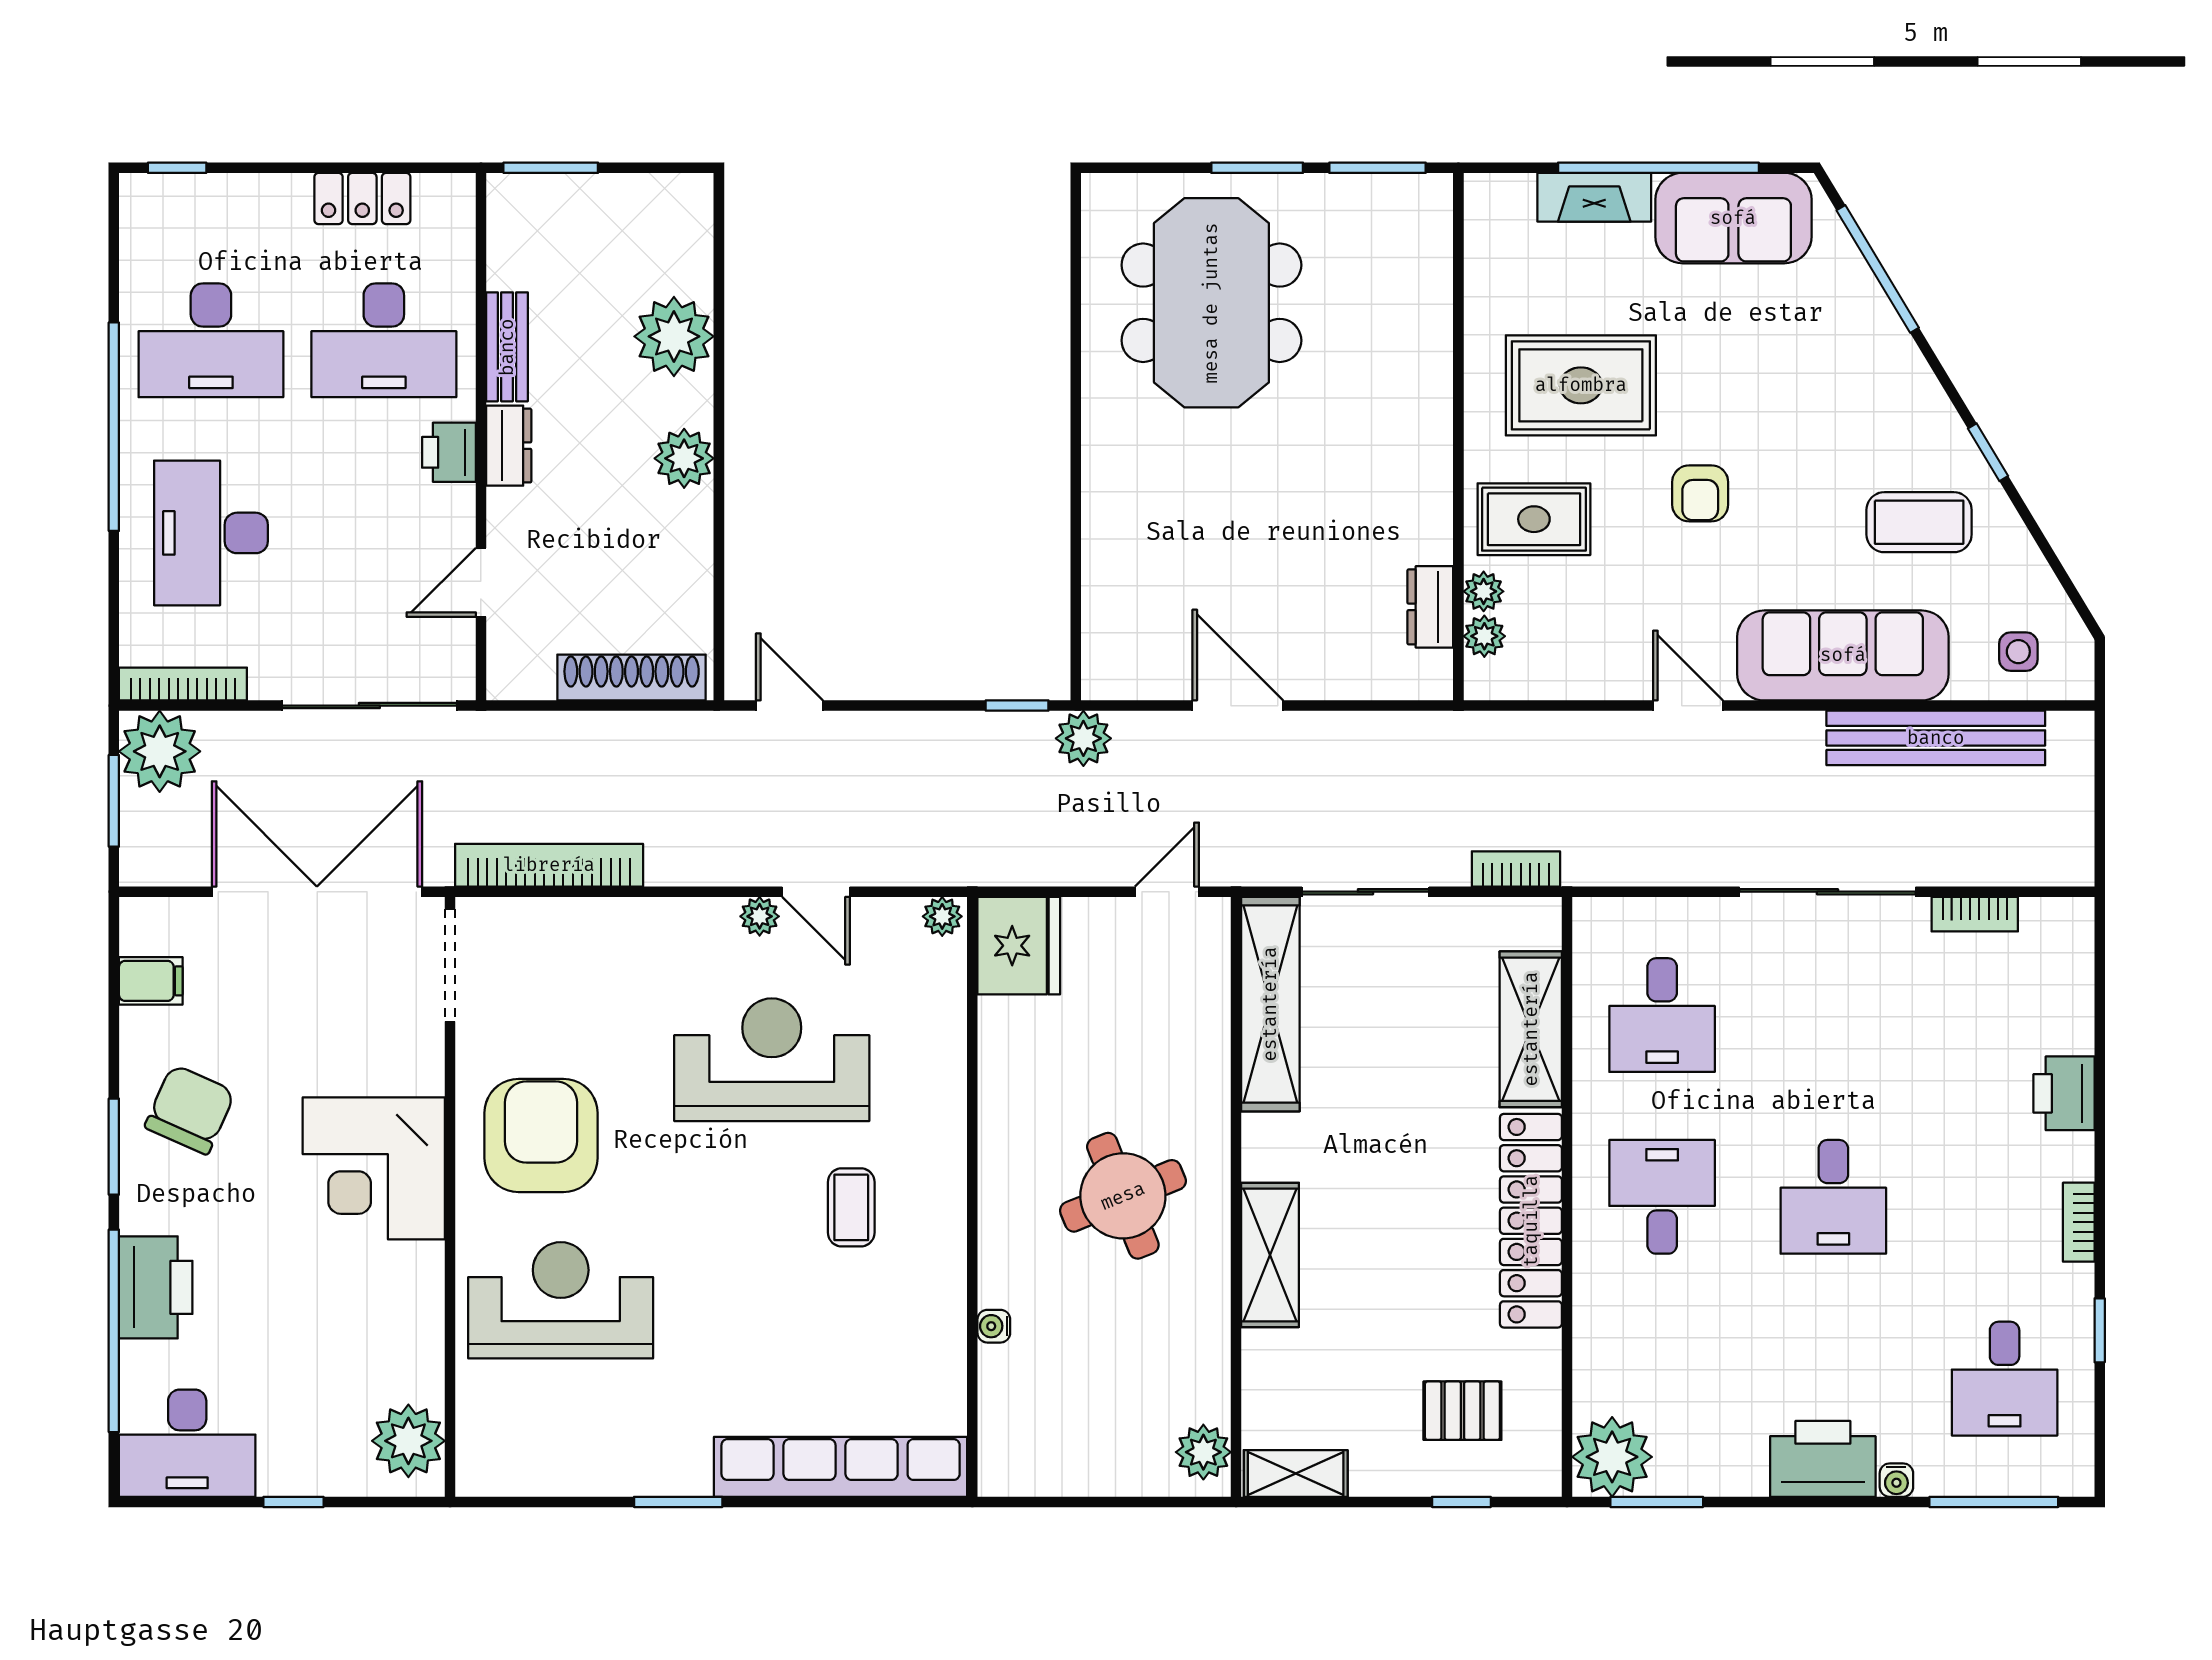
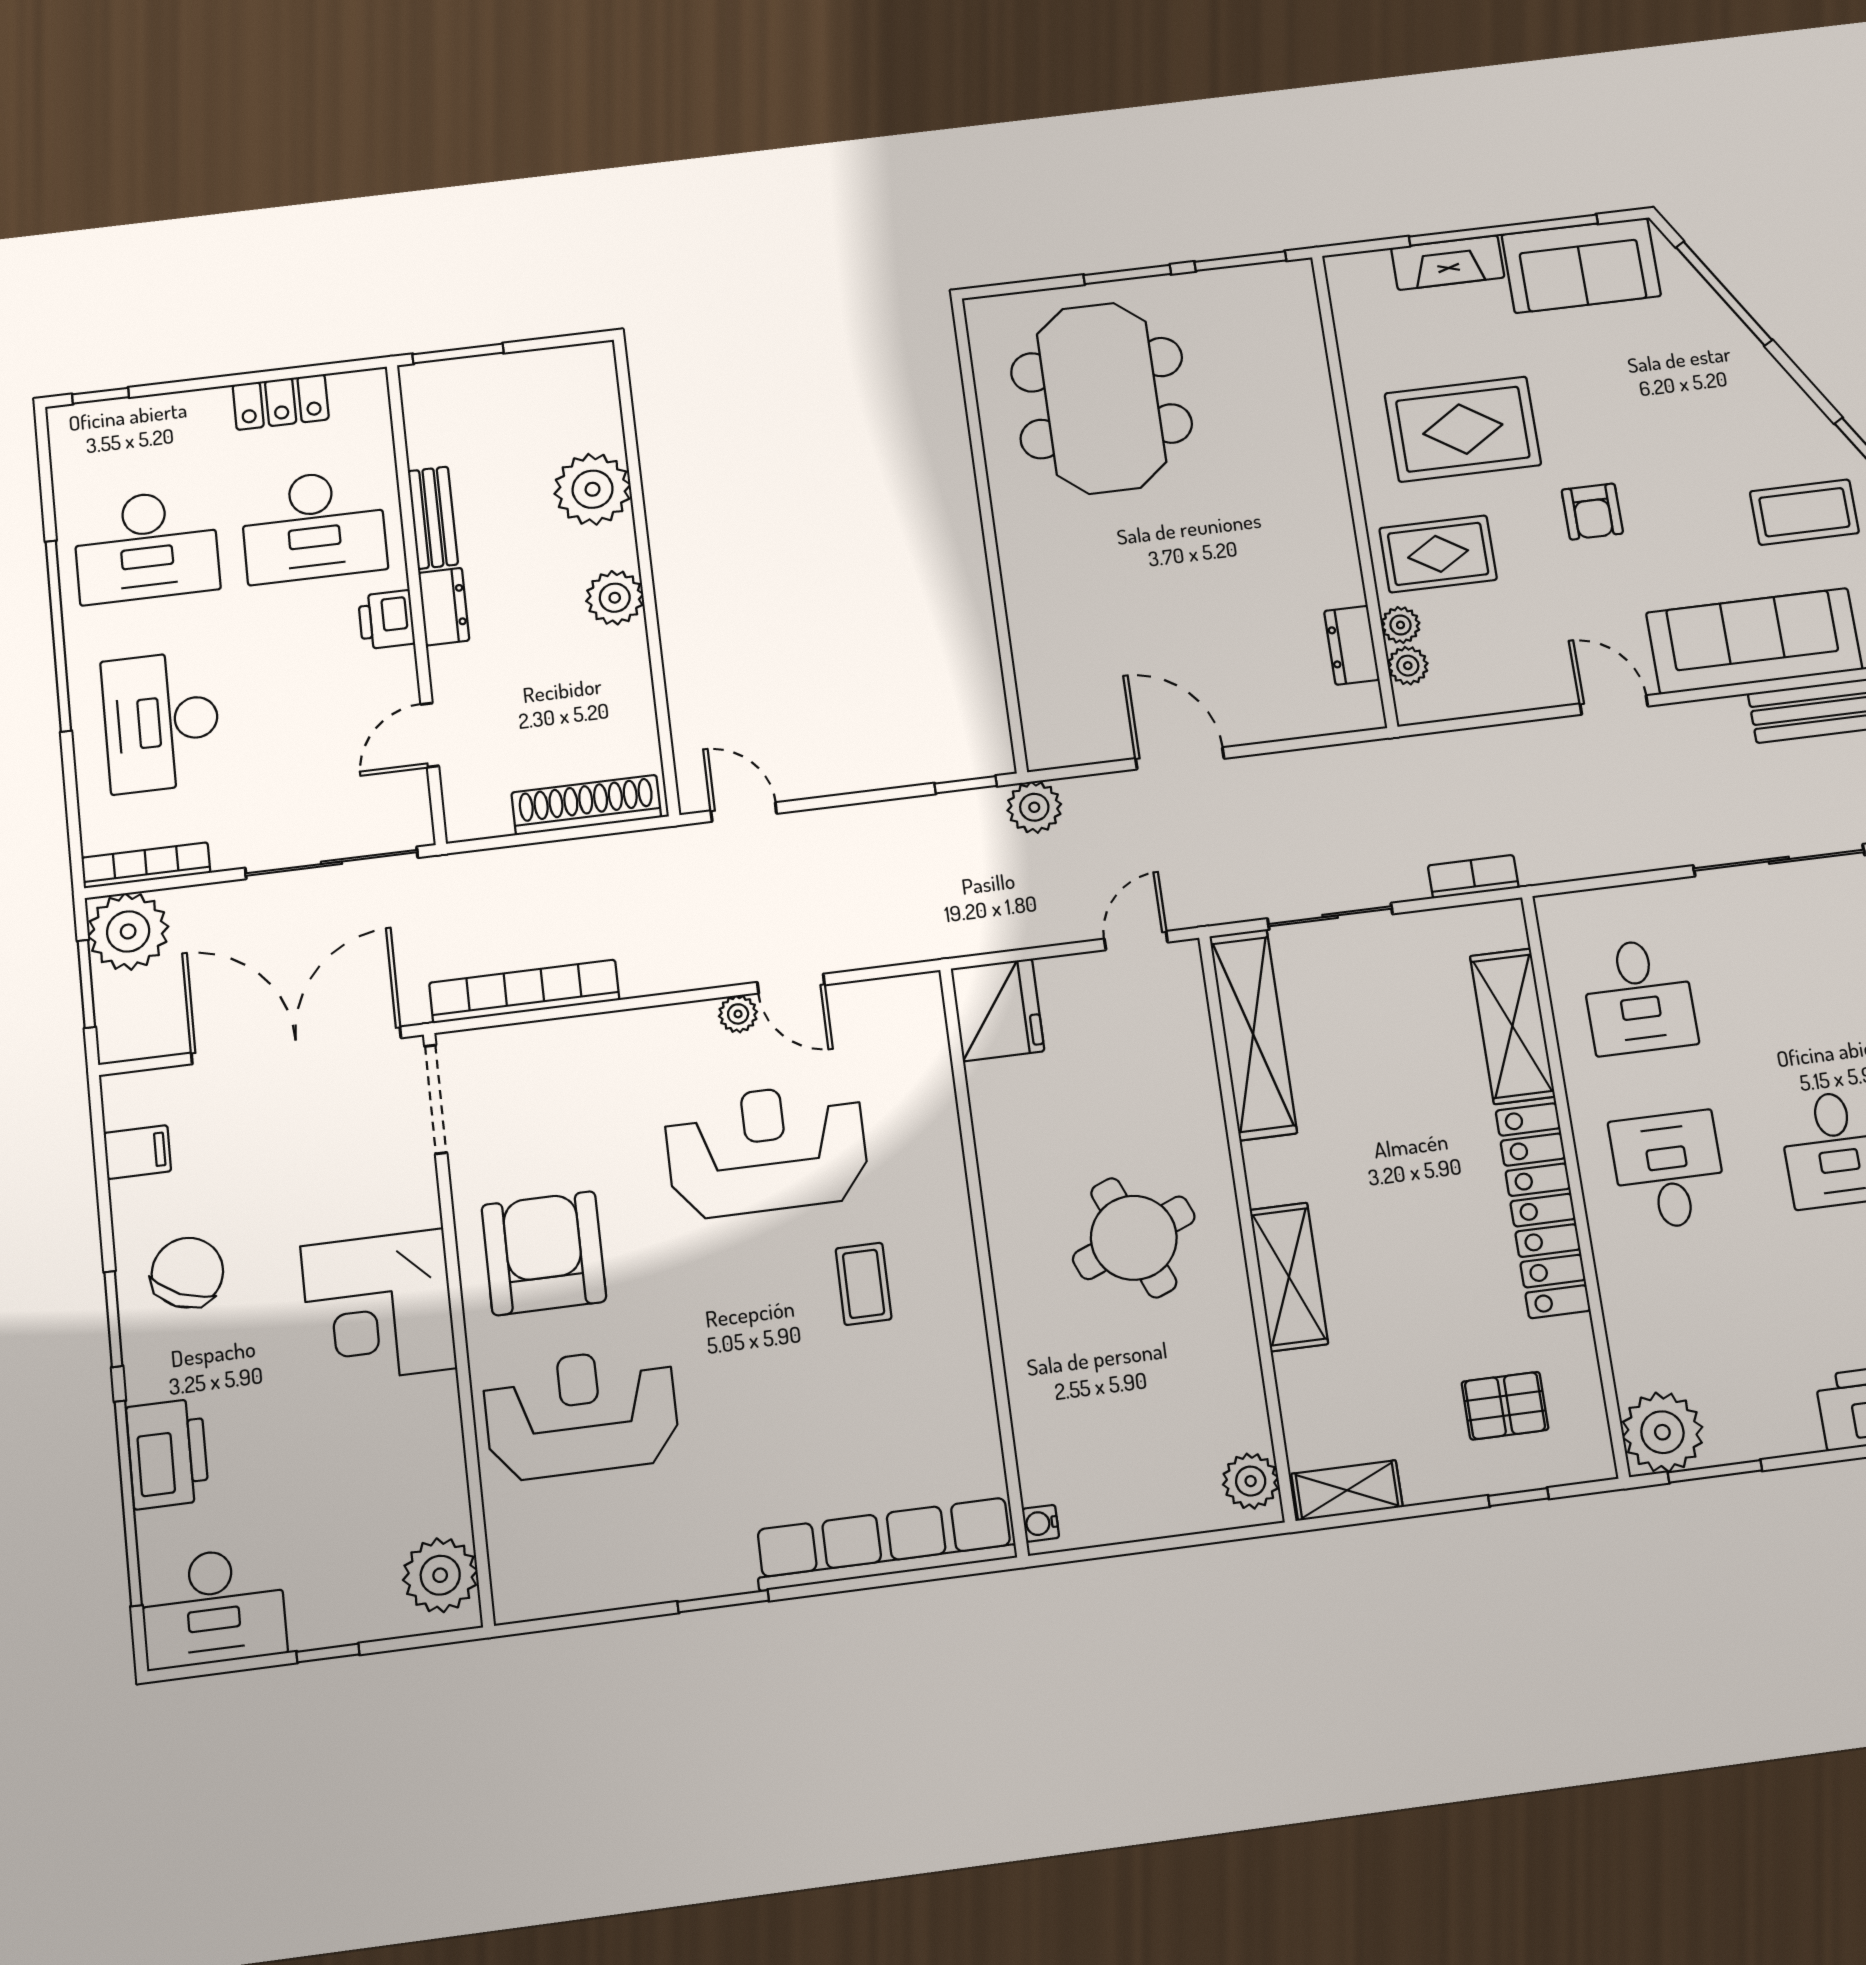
plant: (942, 916) -> (918, 992), removed
water cooler: (994, 1326) -> (1041, 1523), moved

